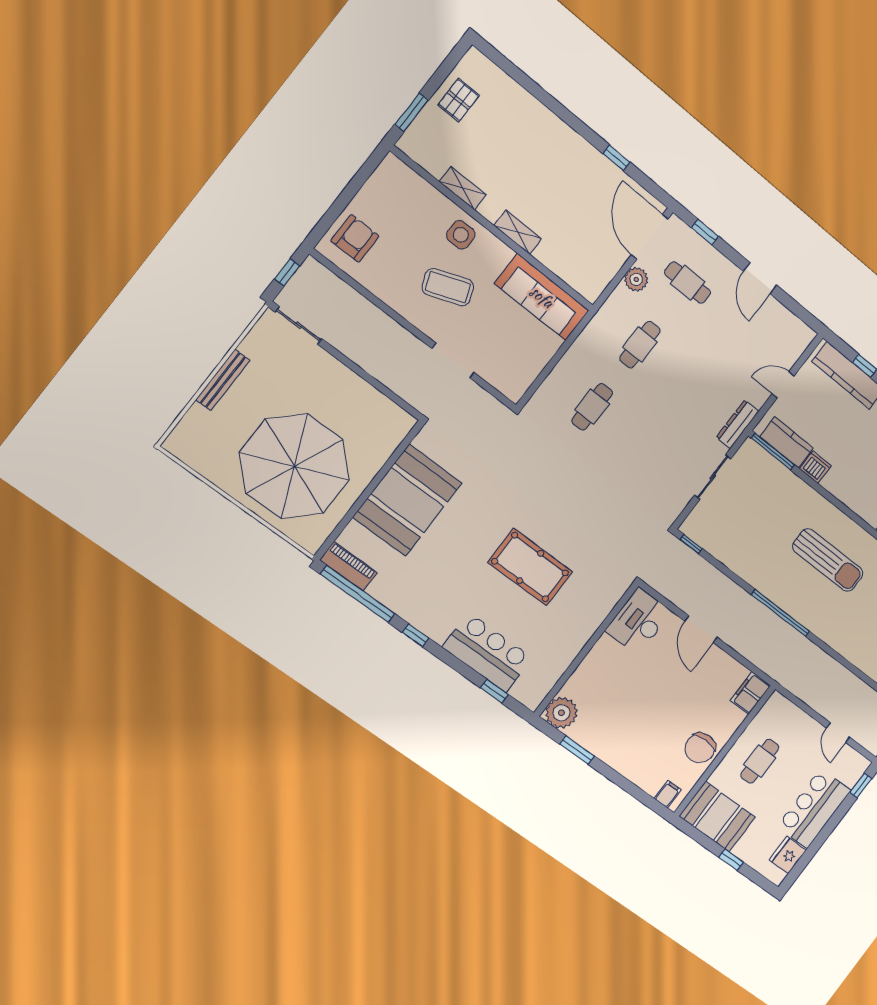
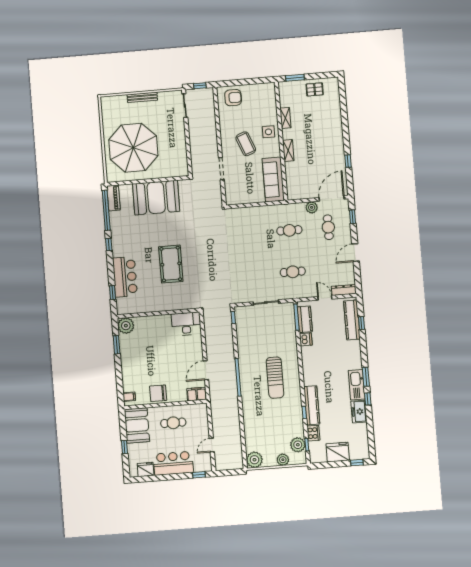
cafe table: (592, 407) -> (293, 272), moved
dresser: (738, 424) -> (344, 290), moved
door: (701, 629) -> (206, 370), moved

